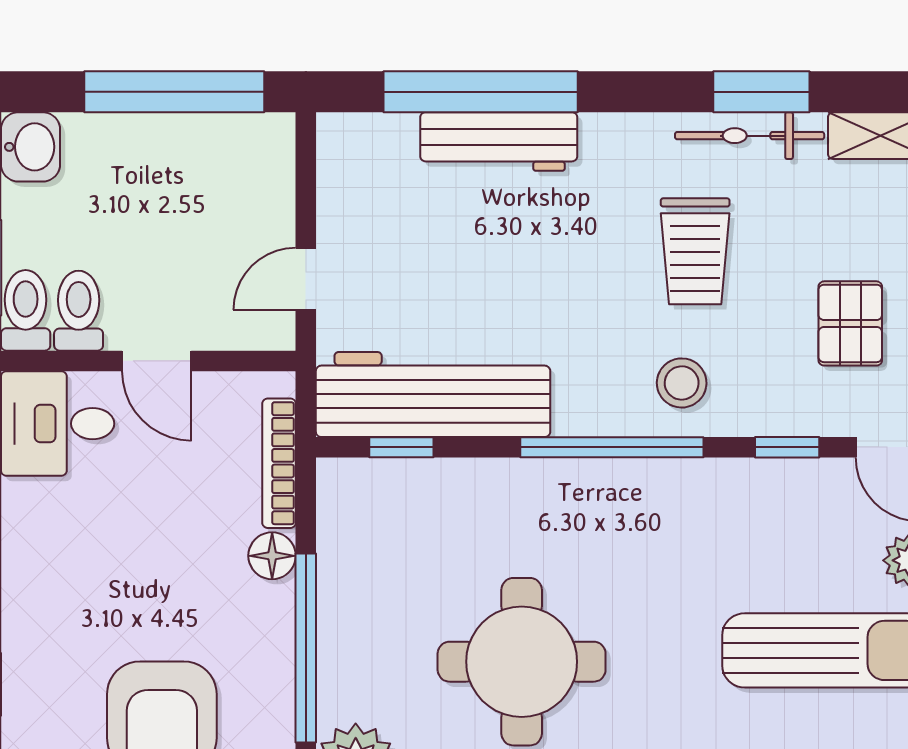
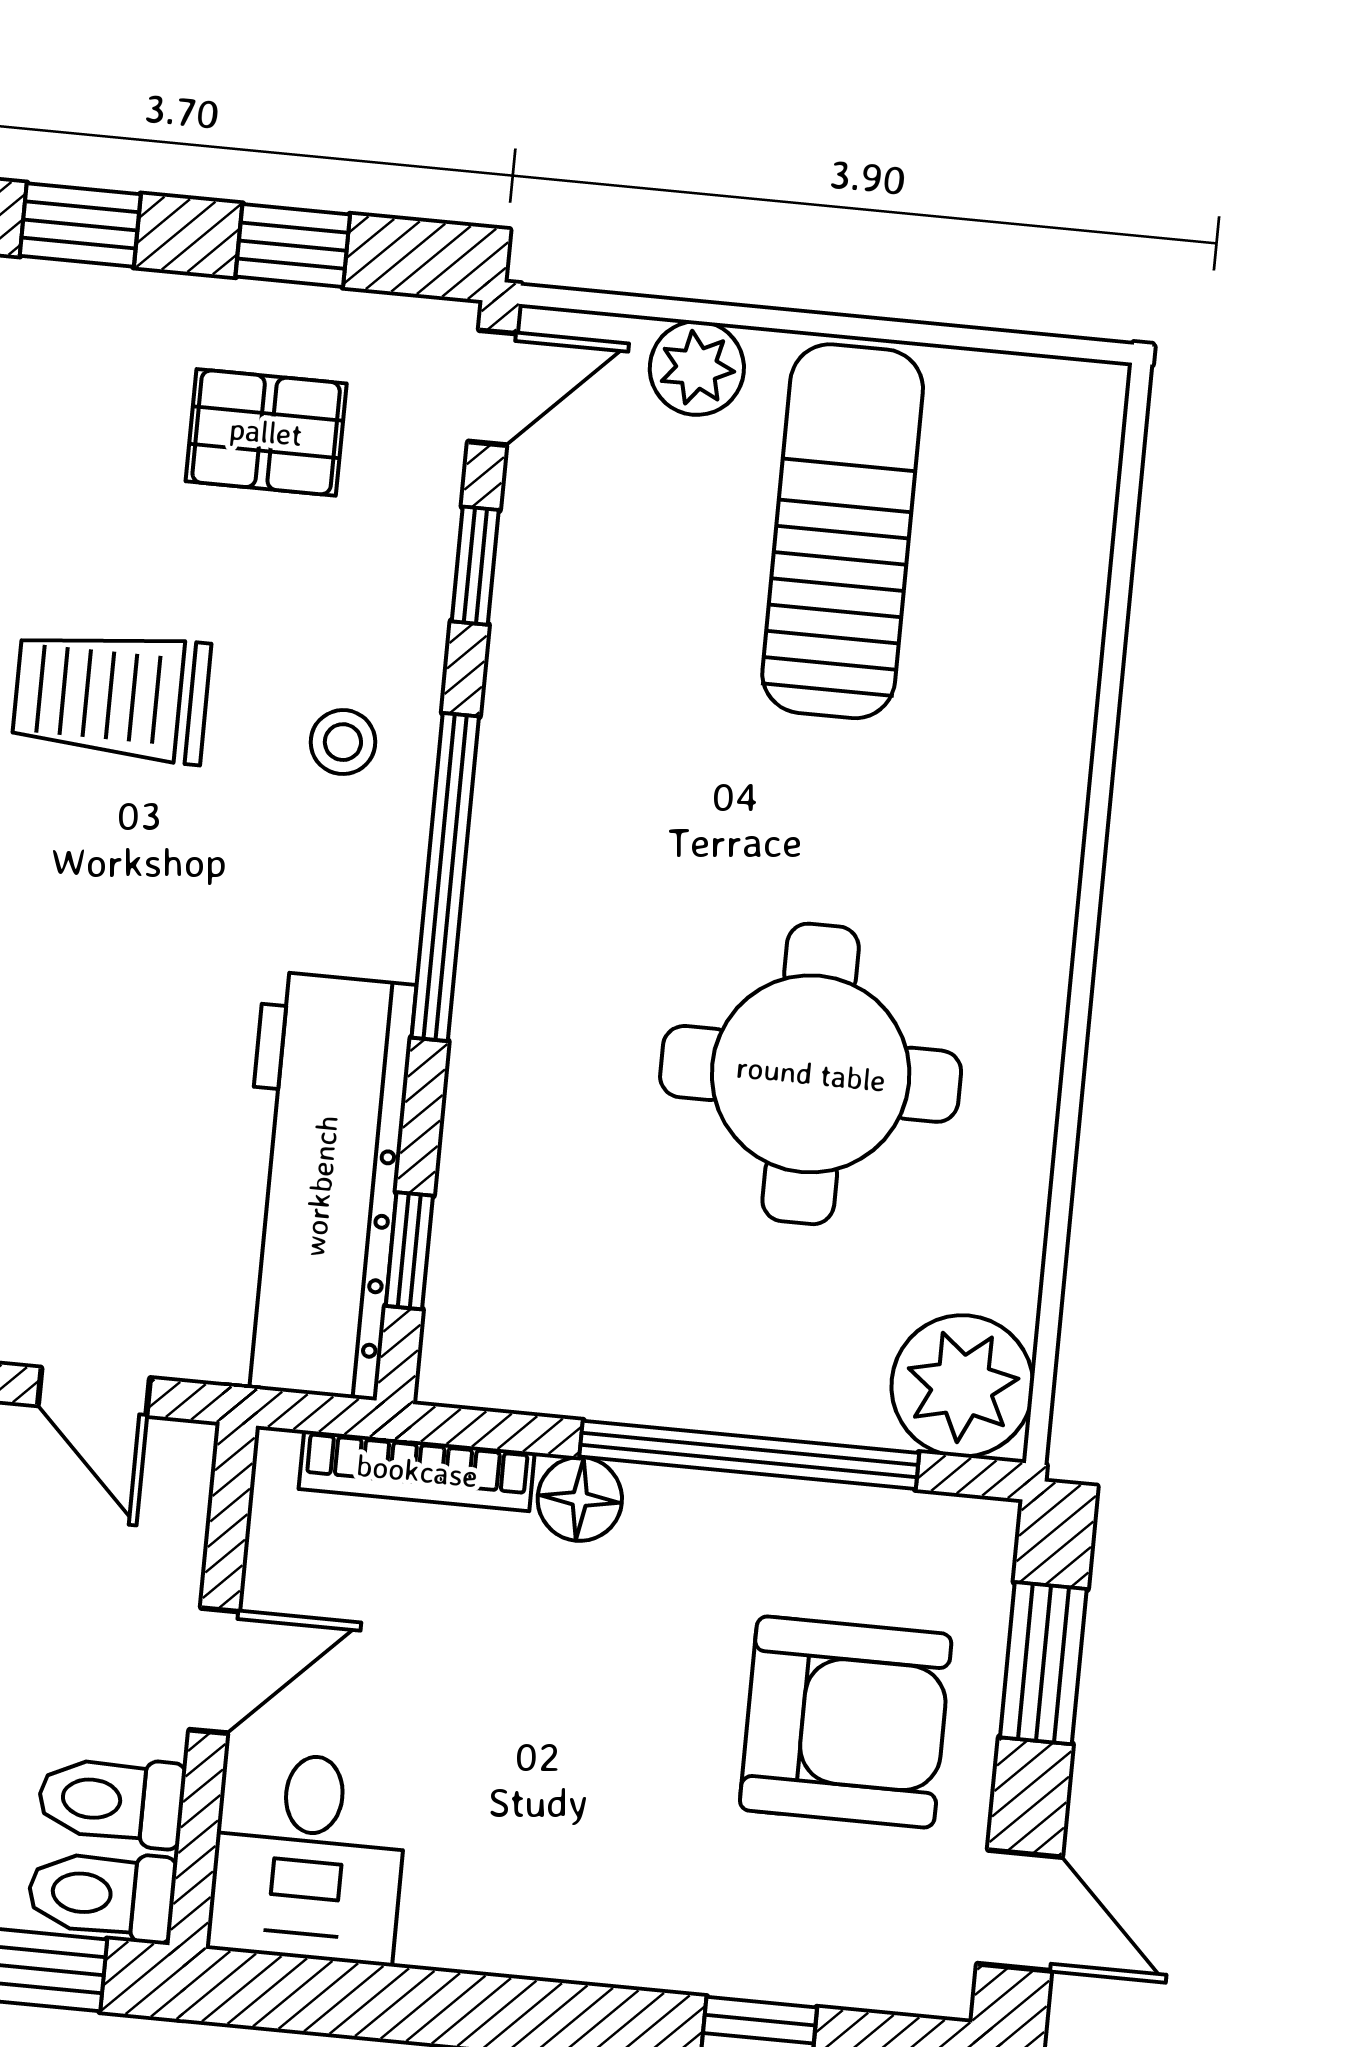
trolley: (695, 251) -> (111, 696), turned 180
stool: (682, 383) -> (343, 742), width x0.73, depth x0.73

